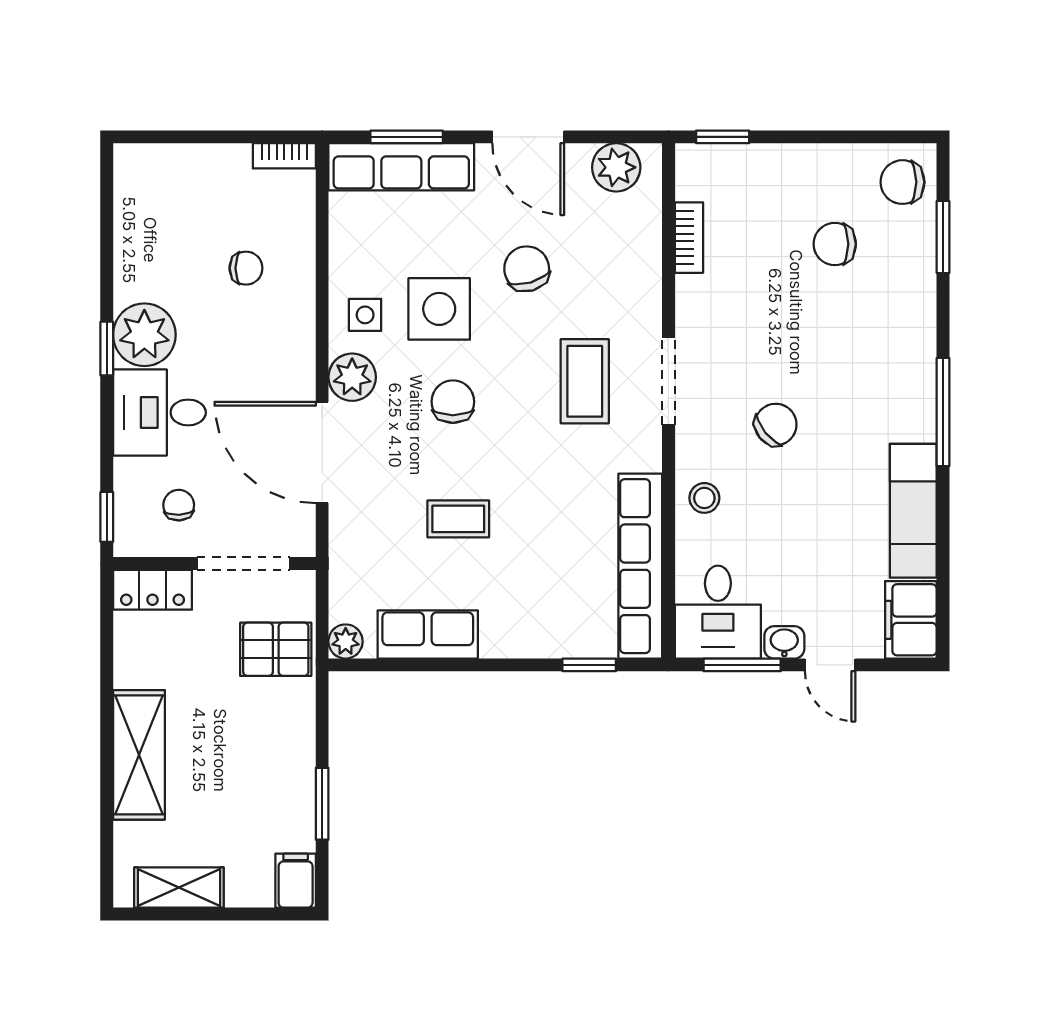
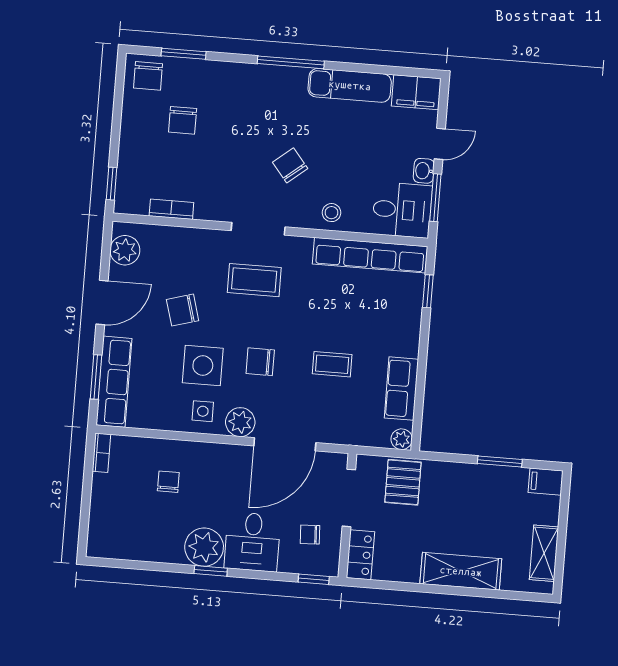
coffee table: (458, 519) -> (332, 364), turned 90

